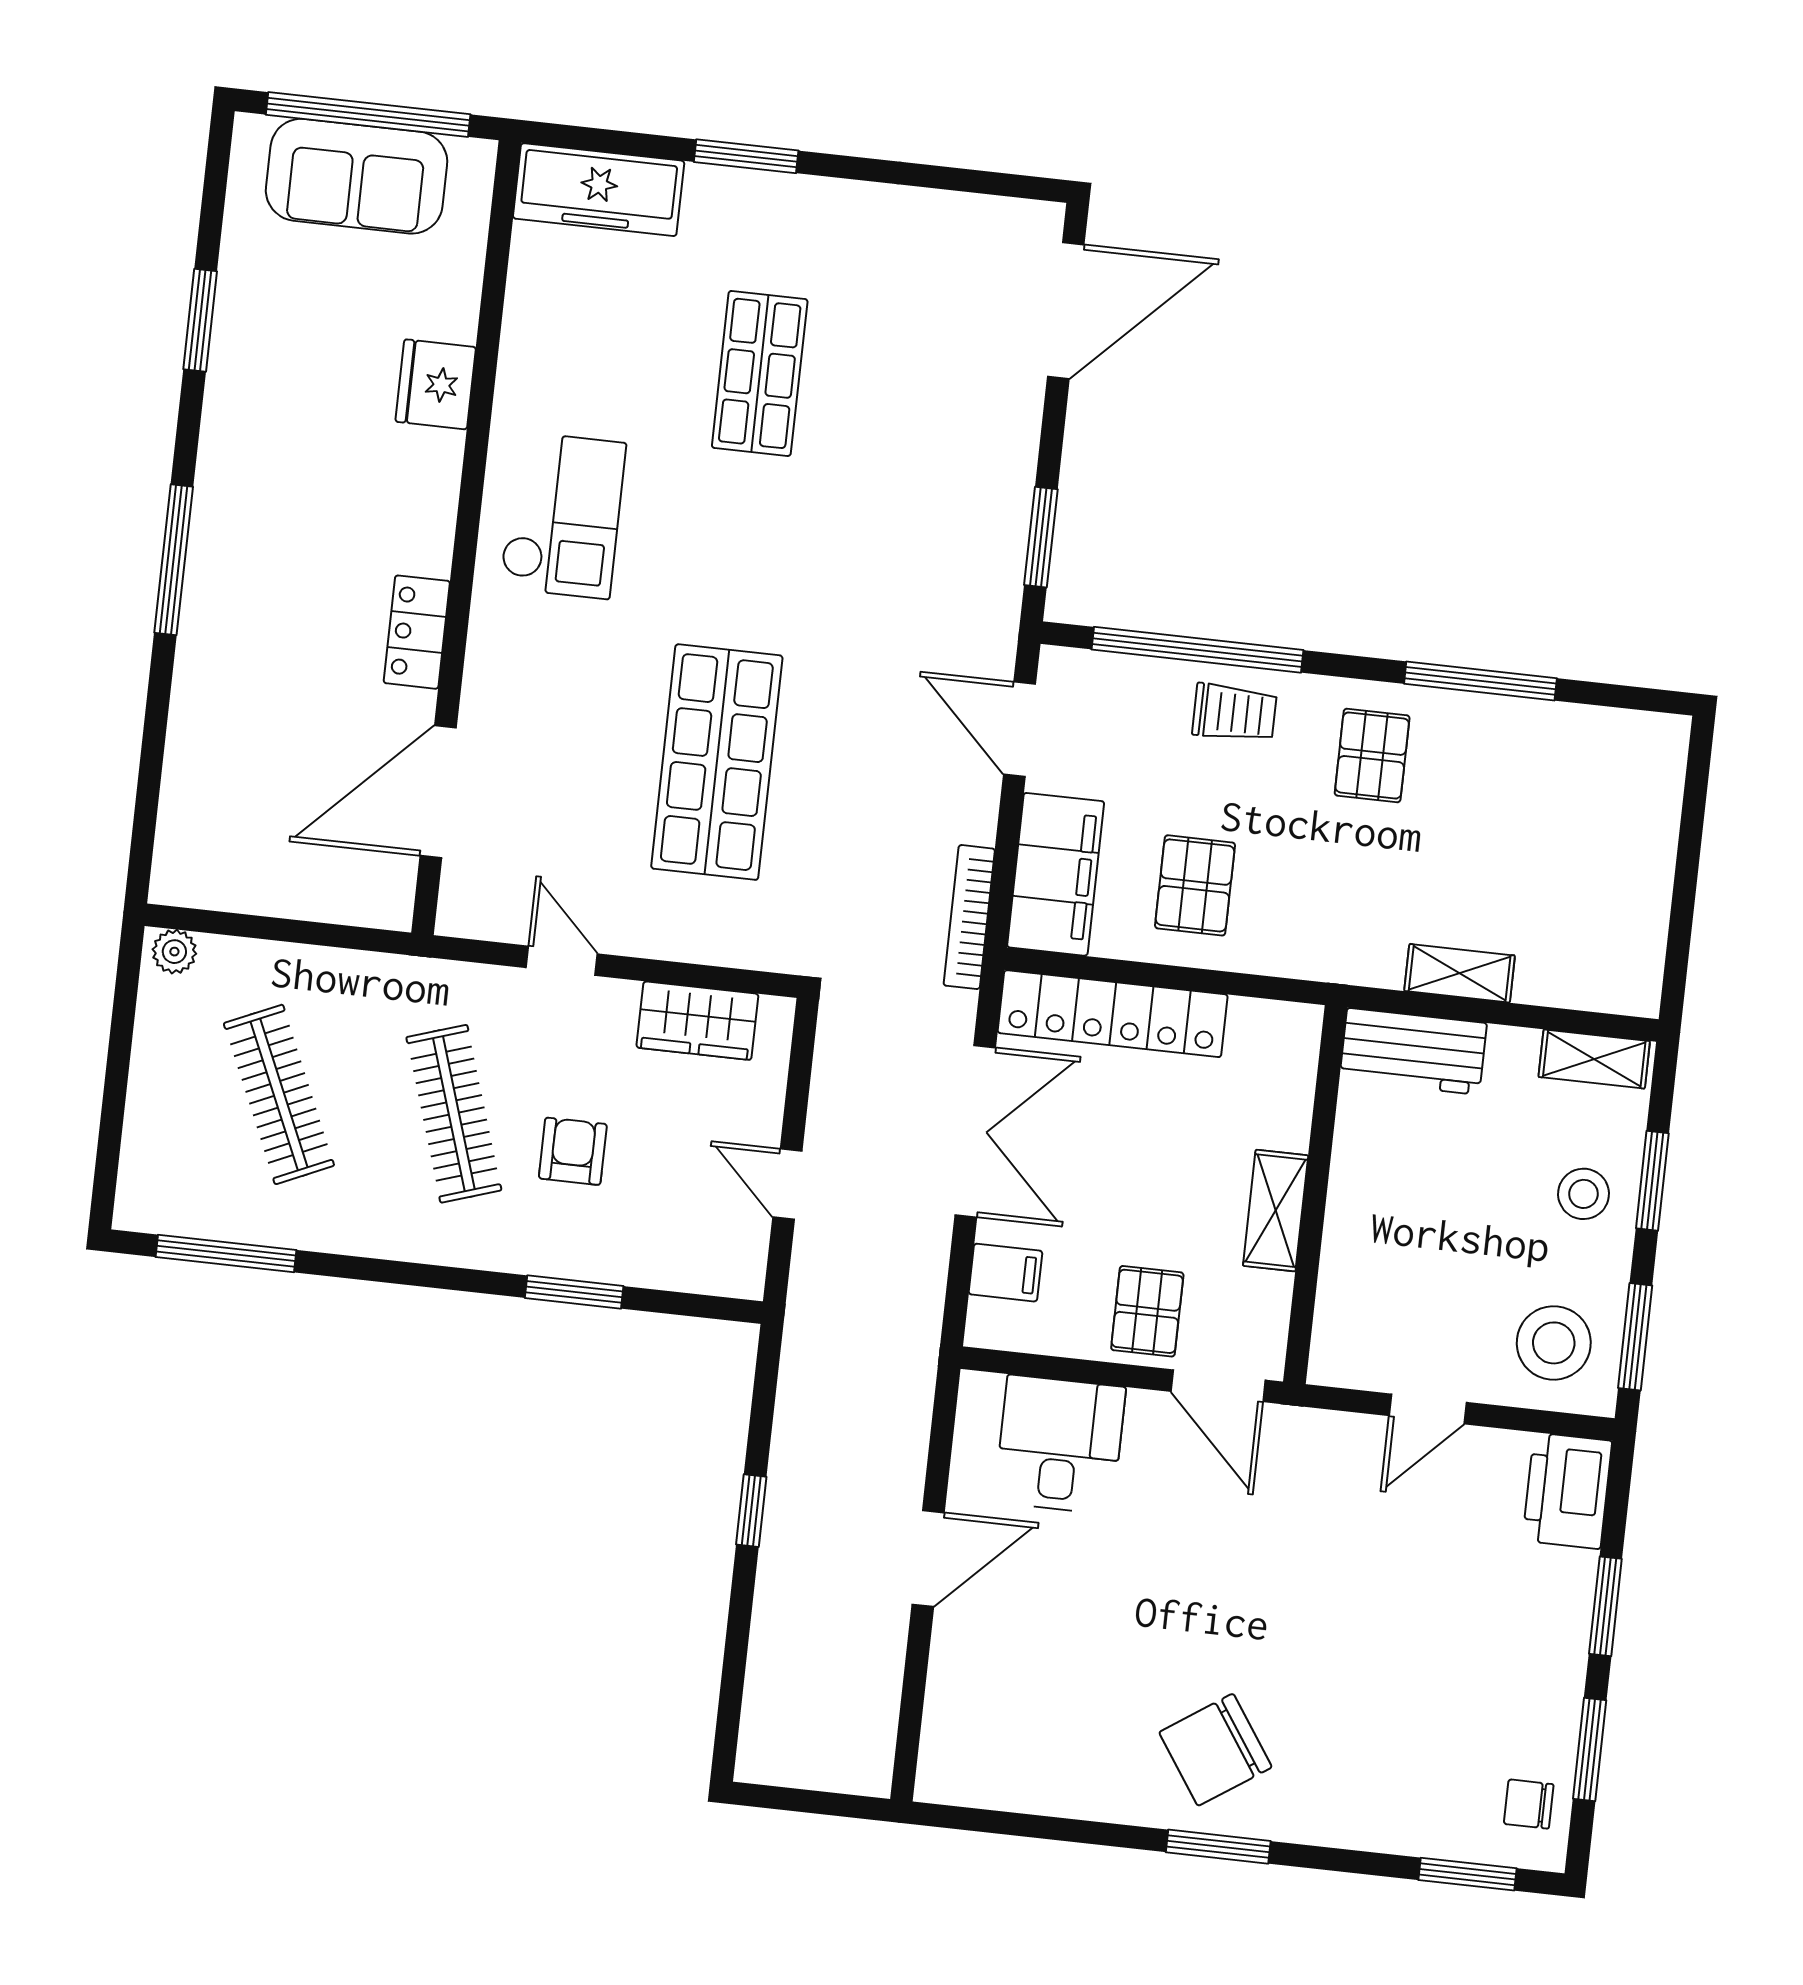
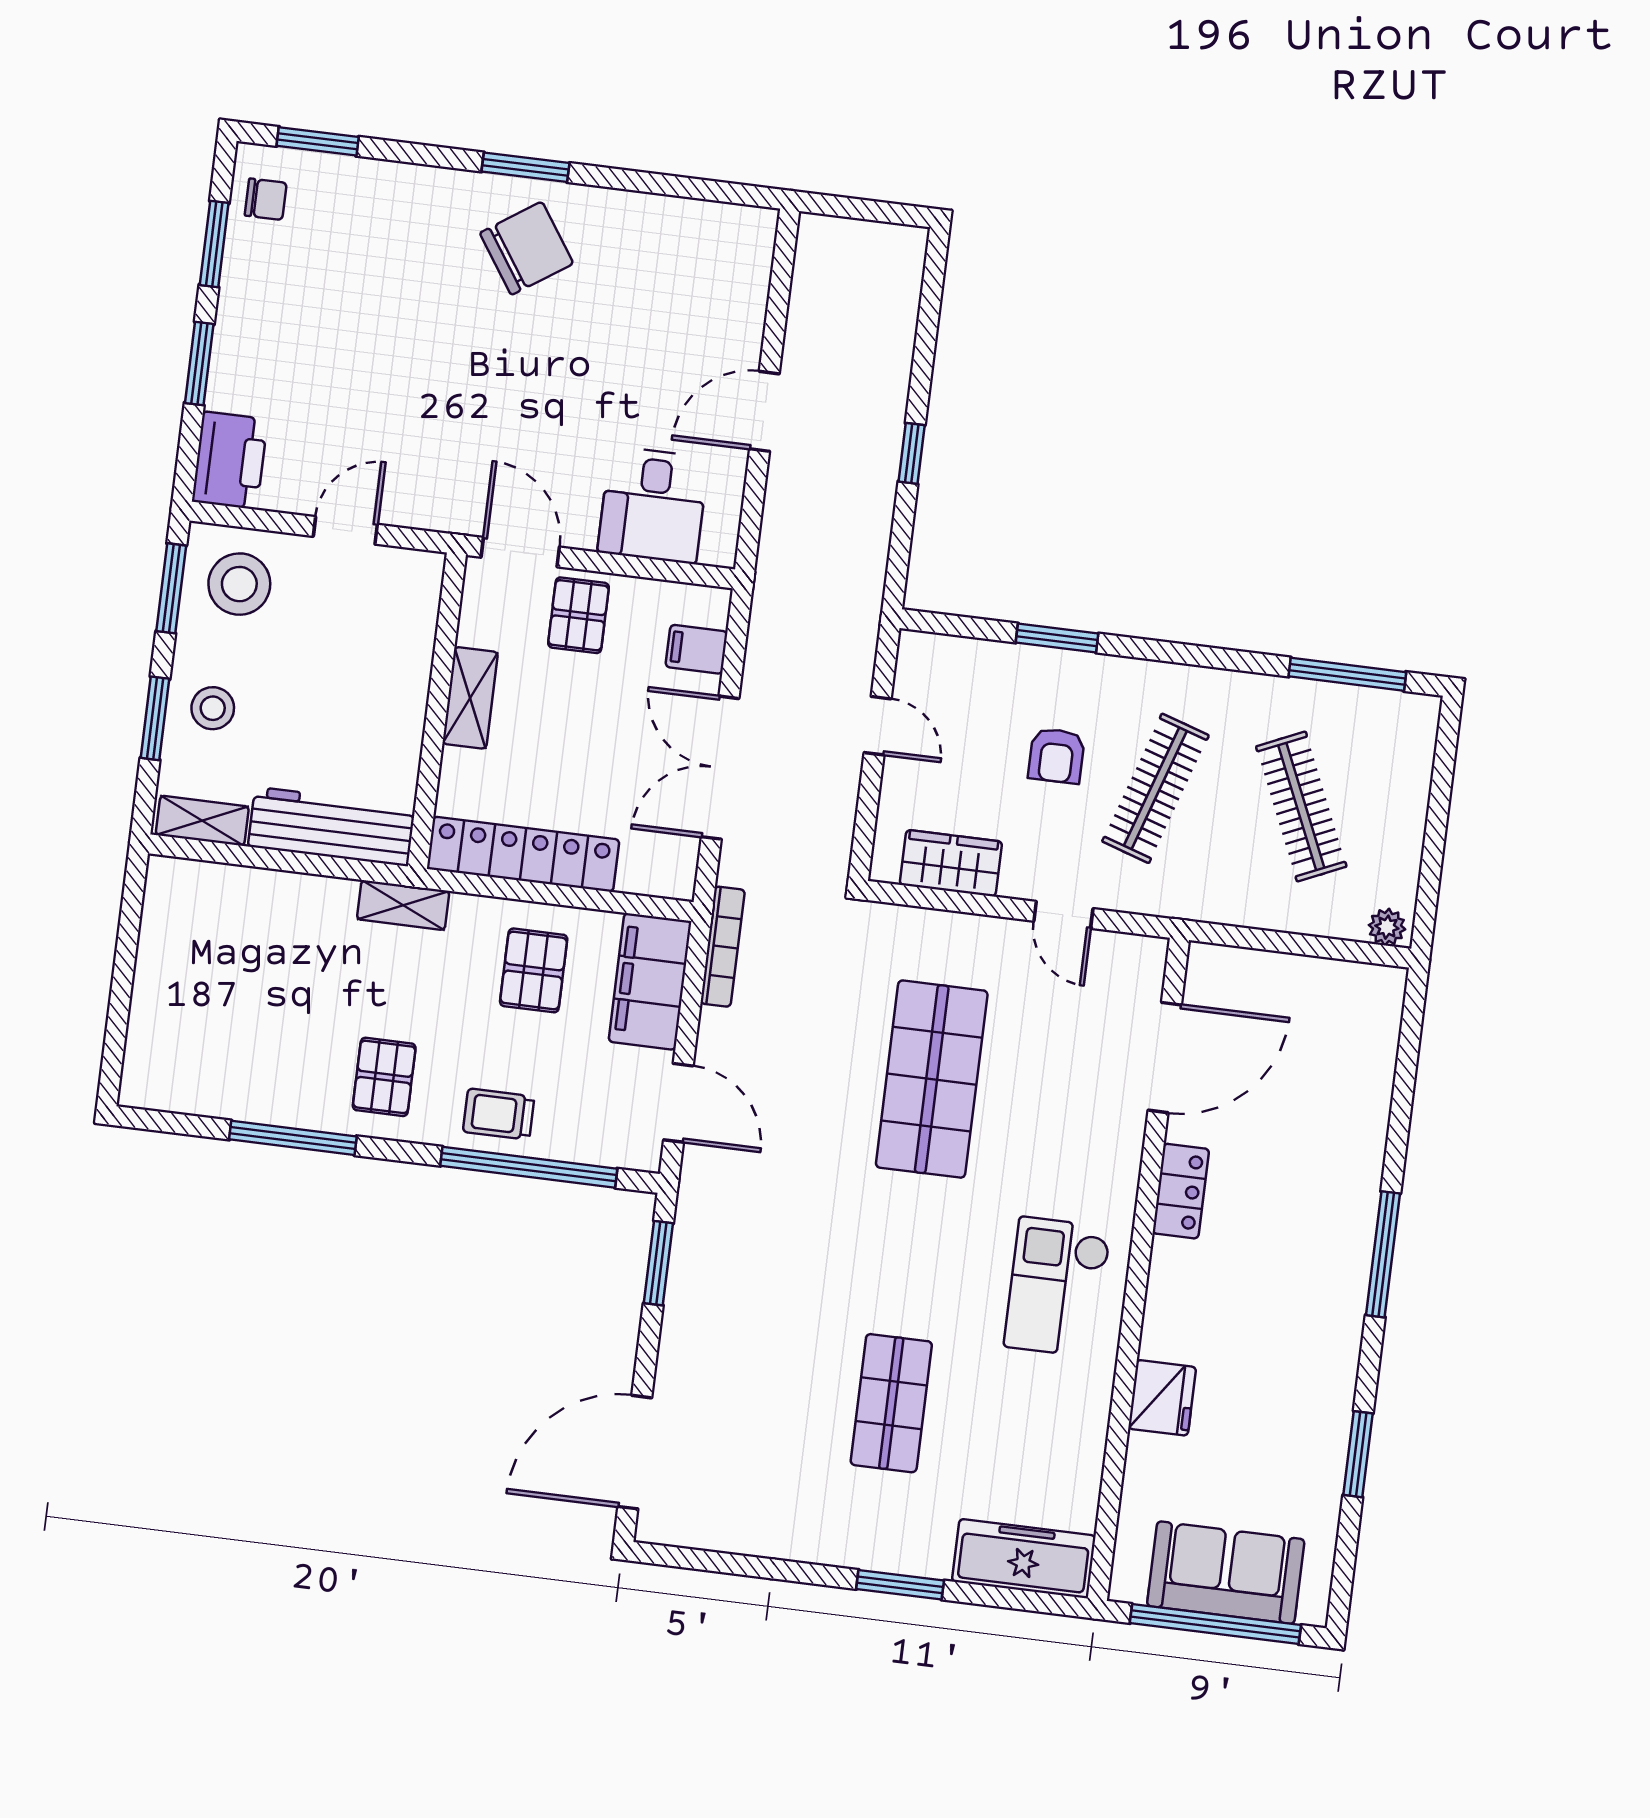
shelving: (1460, 973) -> (403, 905), moved
locker: (1113, 1014) -> (523, 854), moved
workbench: (1413, 1051) -> (332, 827), width x1.37
clothes rail: (454, 1114) -> (1155, 788), turned 36

